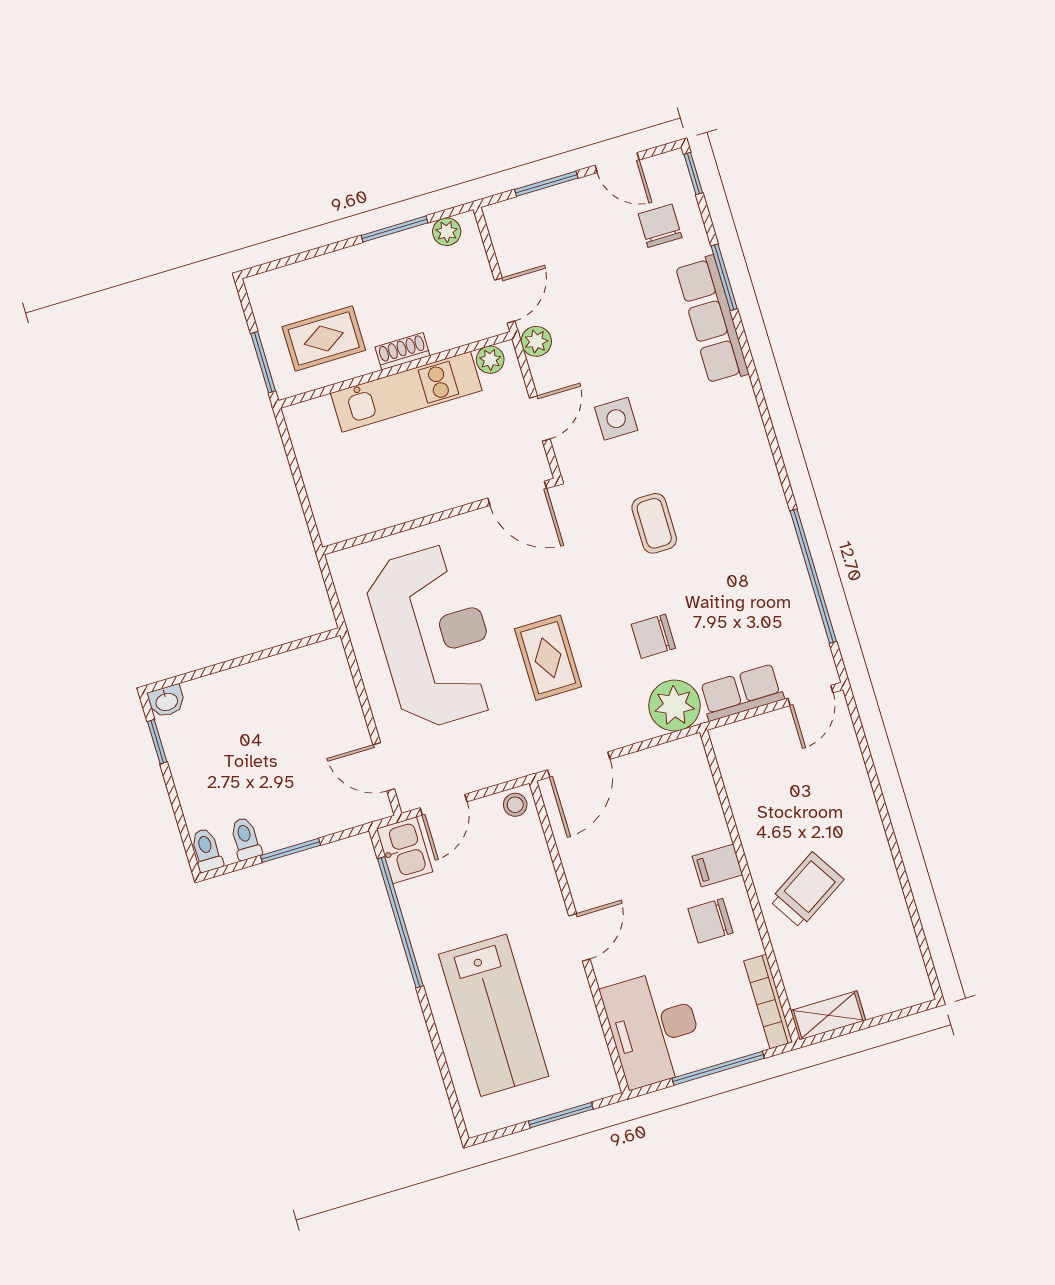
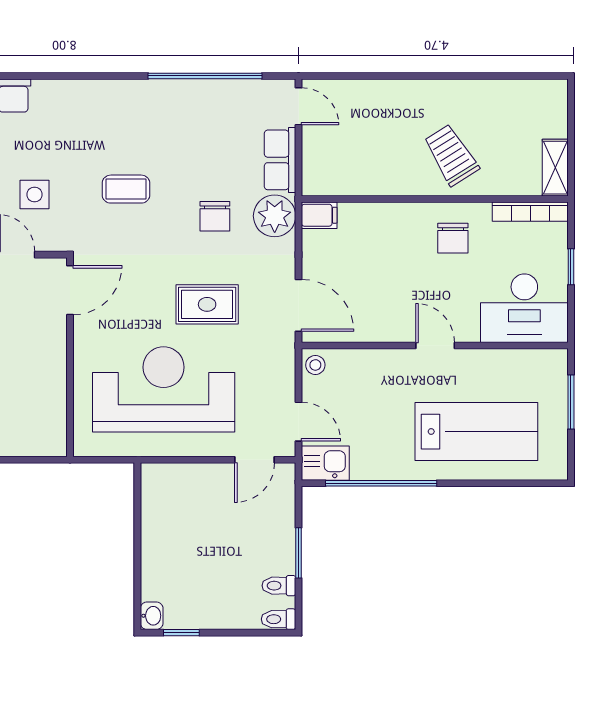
filing cabinet: (717, 866) -> (319, 215), moved, turned -90
window: (718, 1068) -> (571, 267), width x0.46

